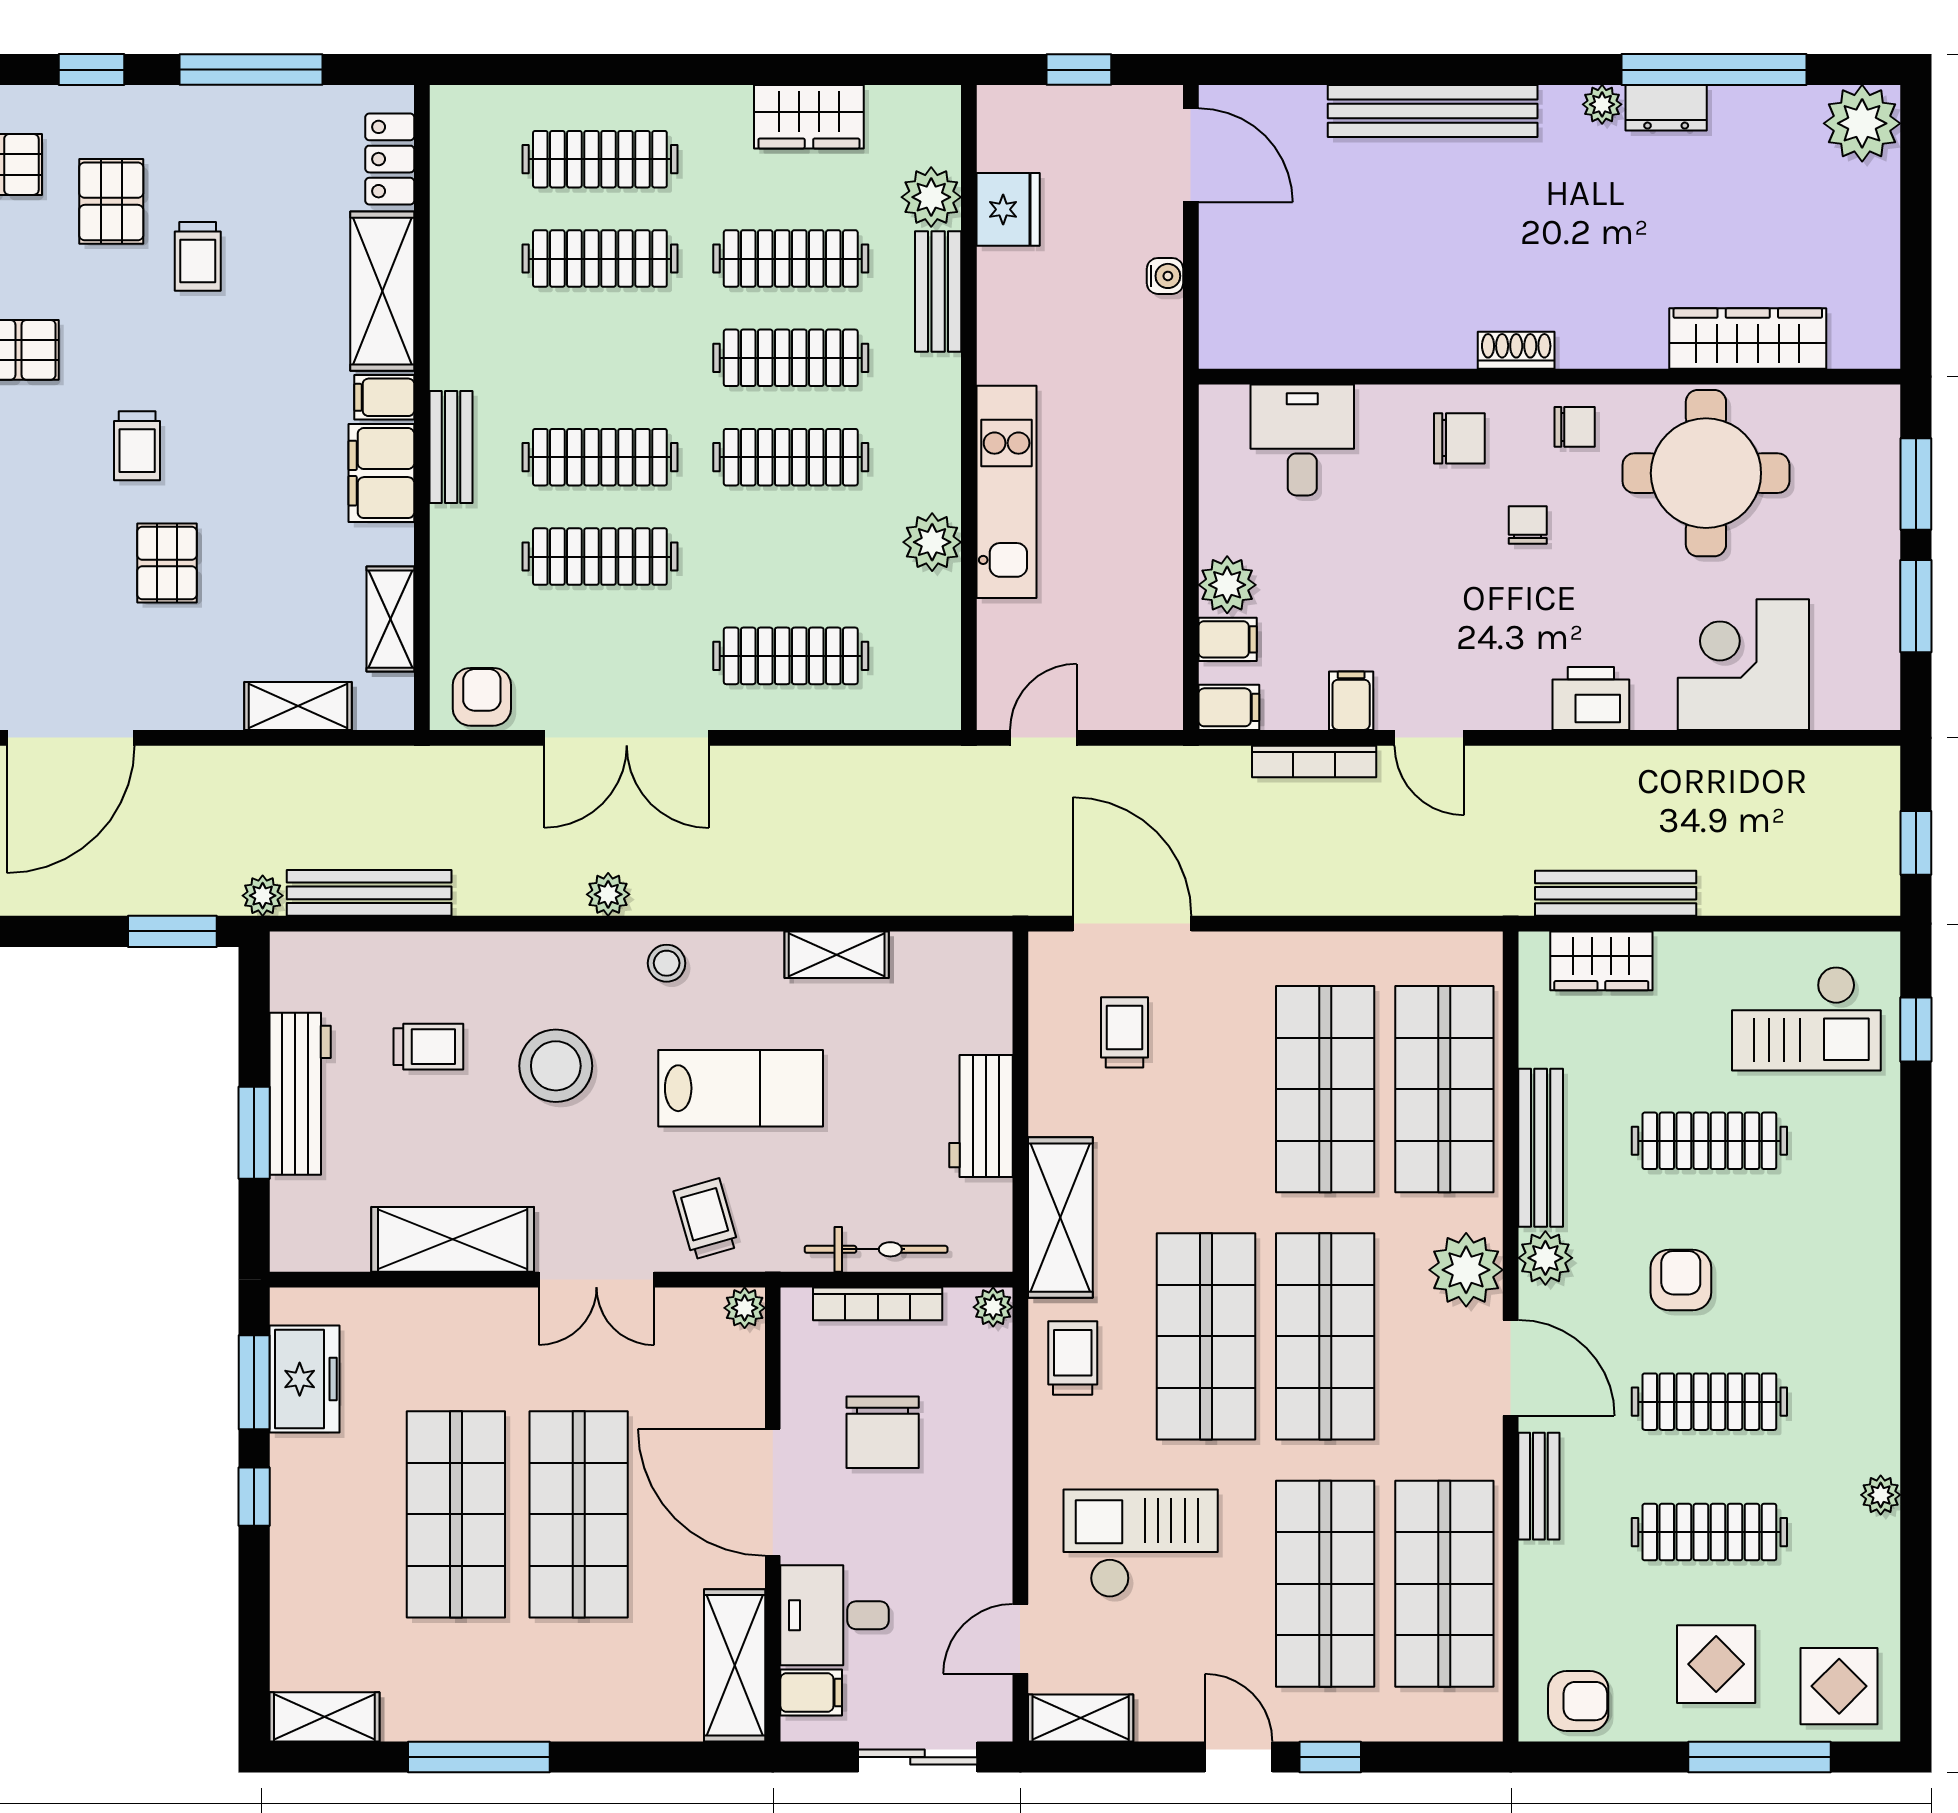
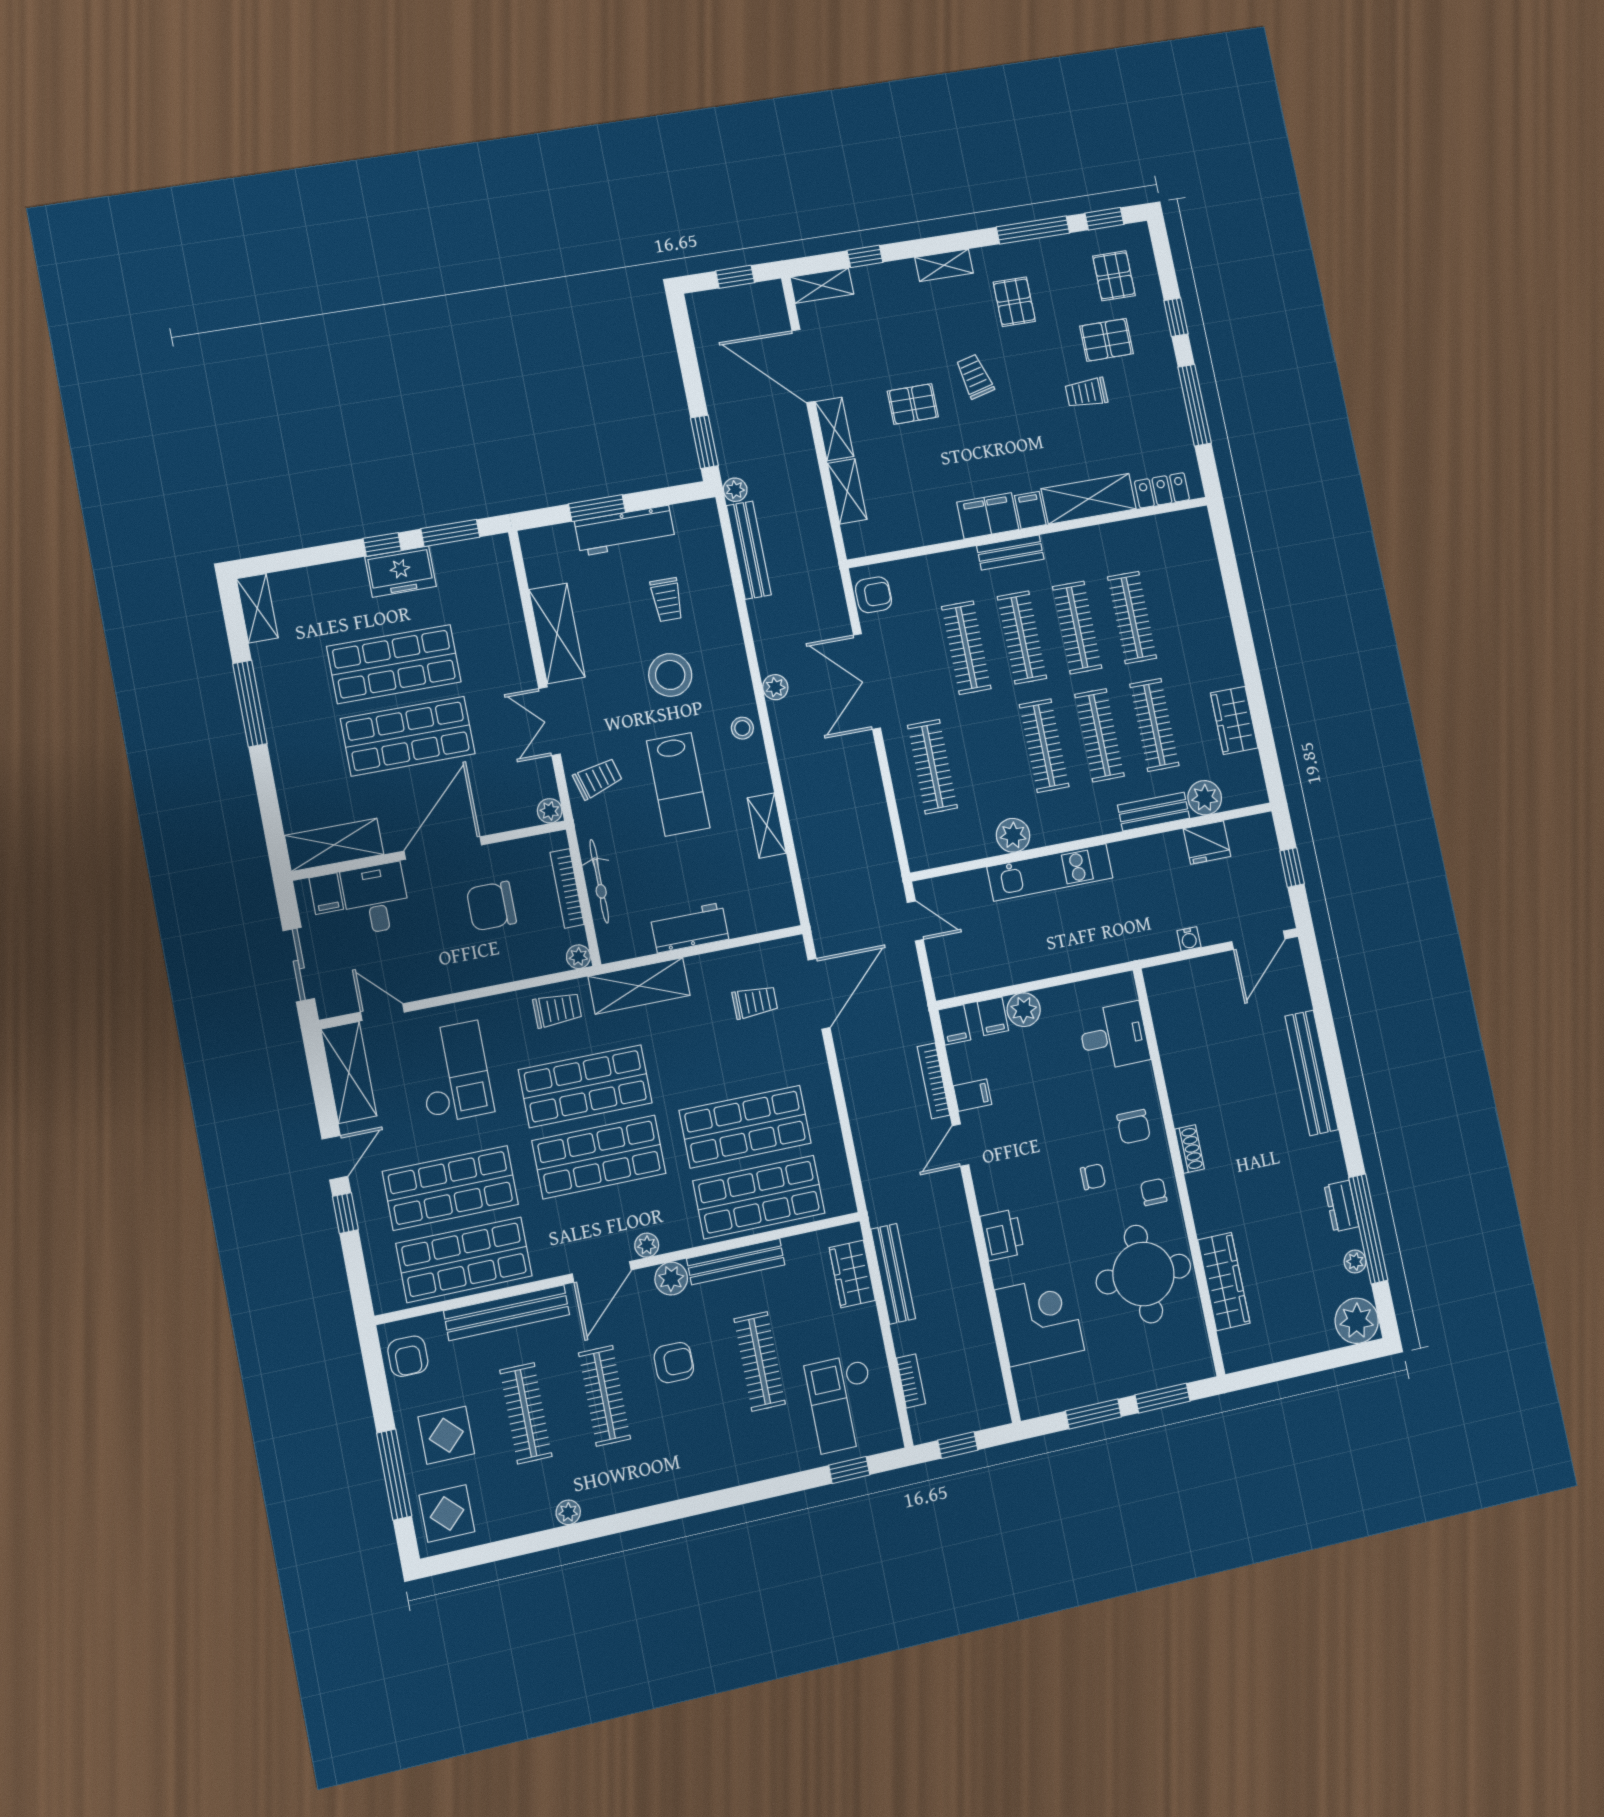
plant: (1602, 104) -> (1355, 1262), moved
clothes rail: (600, 159) -> (1077, 627), moved
chair: (1575, 427) -> (1154, 1192), turned 180
trolley: (137, 446) -> (975, 376), turned 76
shelving: (390, 619) -> (834, 429), moved, turned 90
bookcase: (1795, 899) -> (911, 1381), added
plant: (1466, 1270) -> (647, 1245), width x0.53, depth x0.53
freezer: (304, 1379) -> (401, 572), moved
bench: (1539, 1486) -> (507, 1313), width x1.86, depth x1.21
shelving: (1081, 1718) -> (349, 1072), width x1.50, depth x1.33

